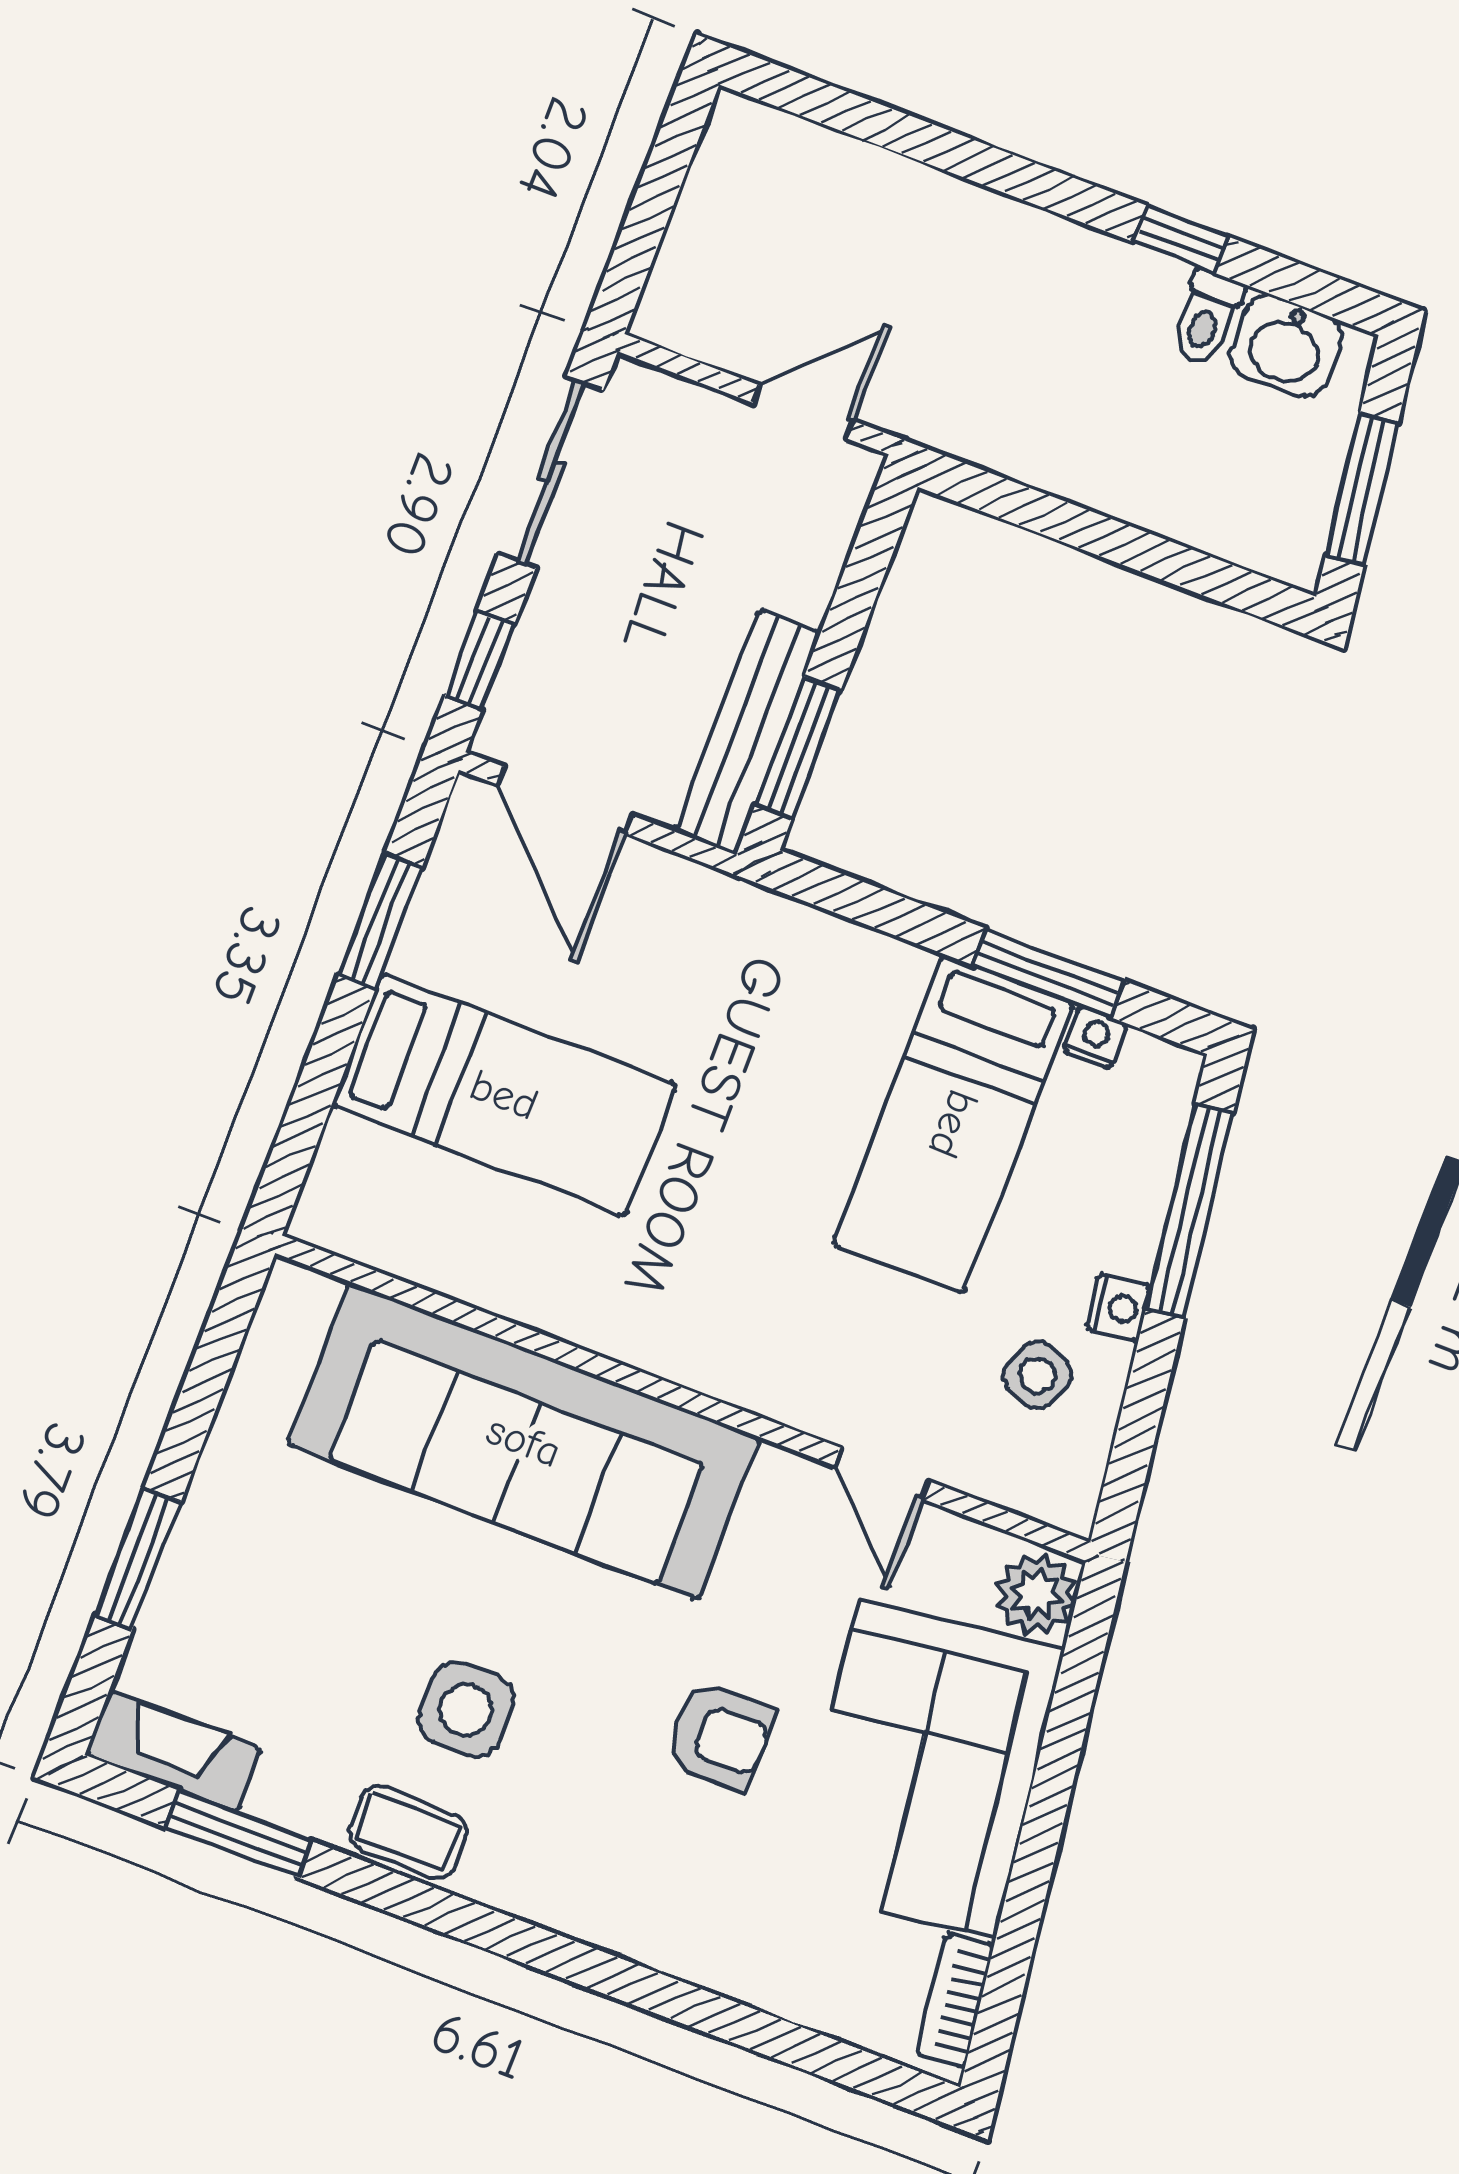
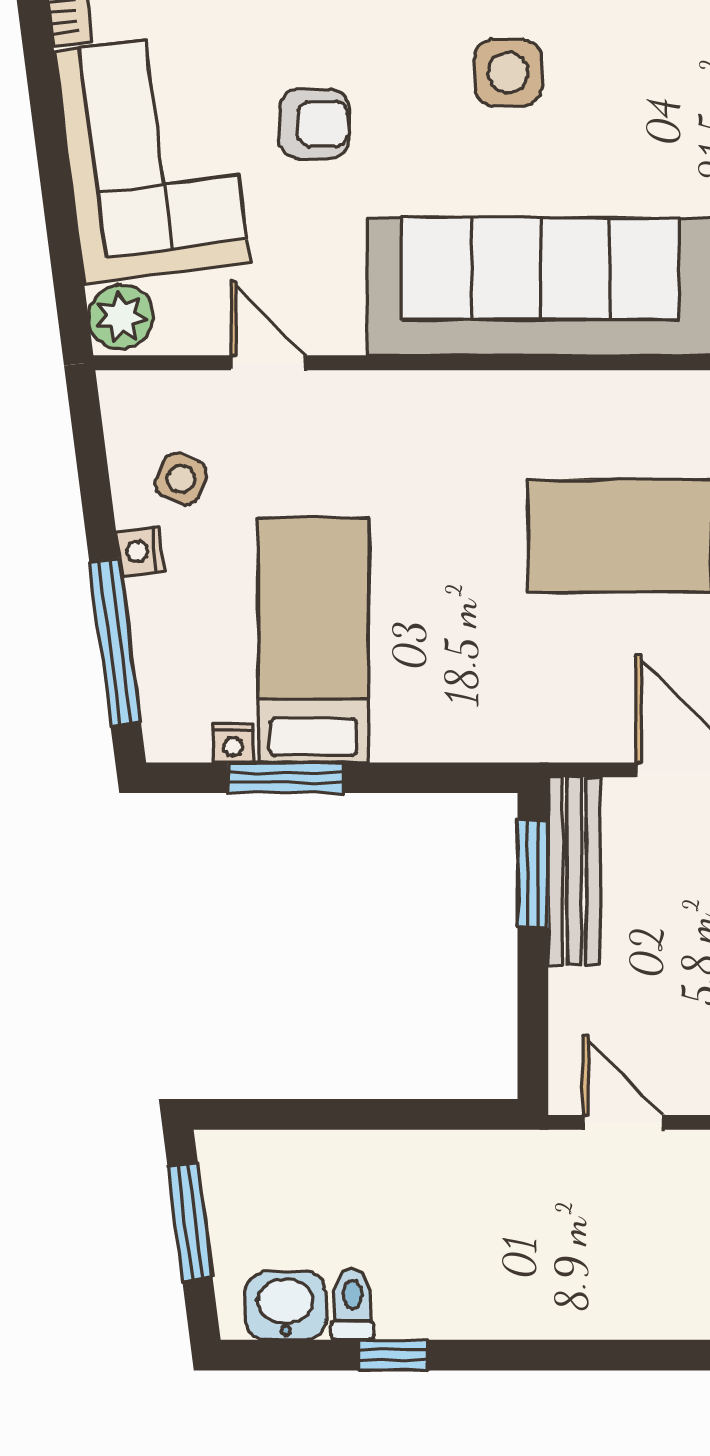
door: (803, 412) -> (623, 1122), swing flipped
armchair: (720, 1736) -> (314, 124), turned 180

